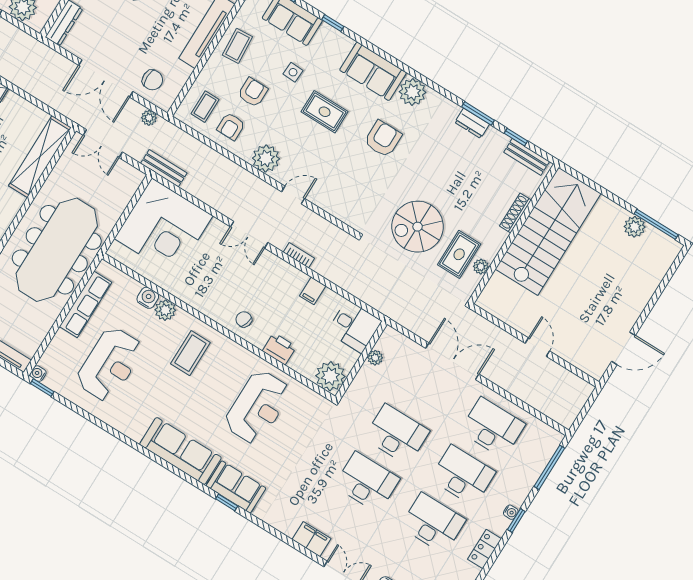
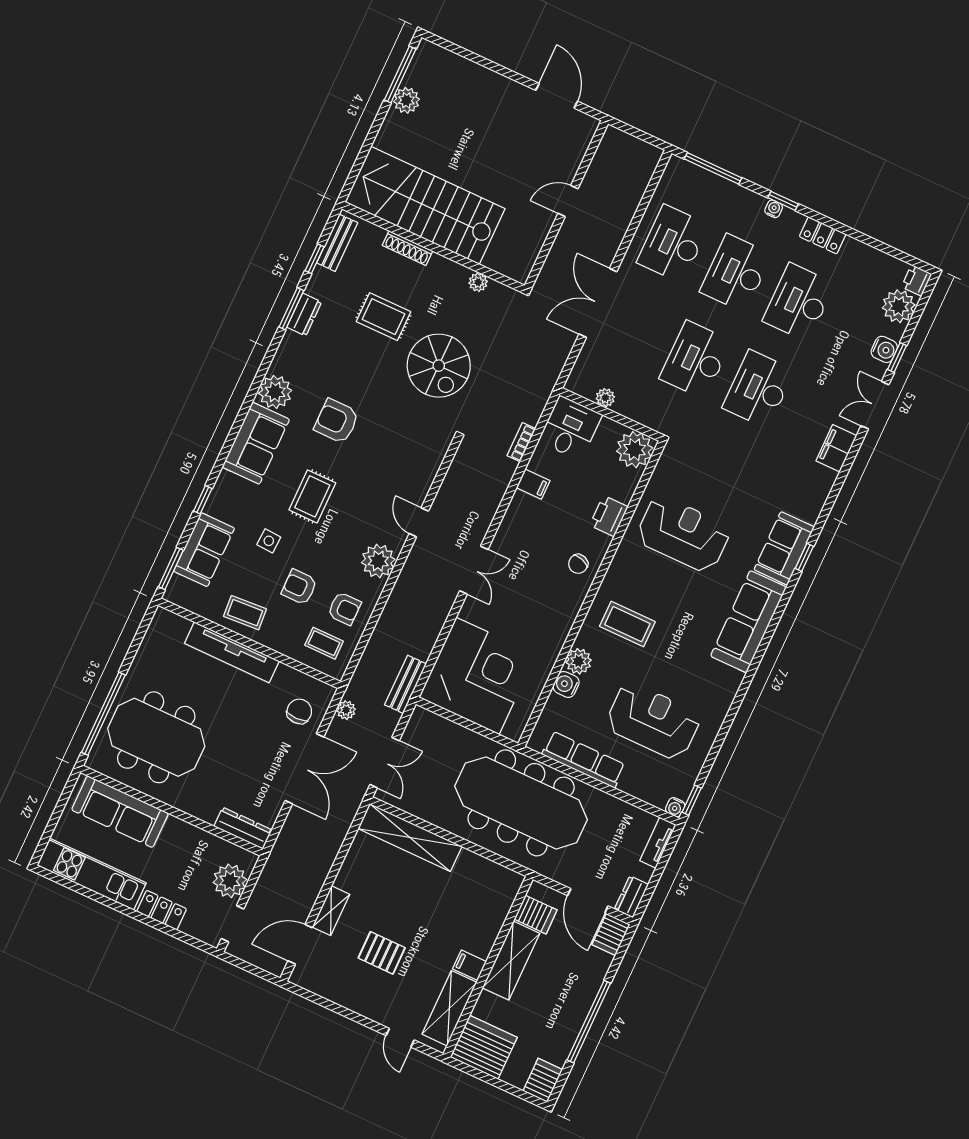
rug: (459, 254) -> (384, 317), moved
bookcase: (299, 255) -> (521, 442), moved

